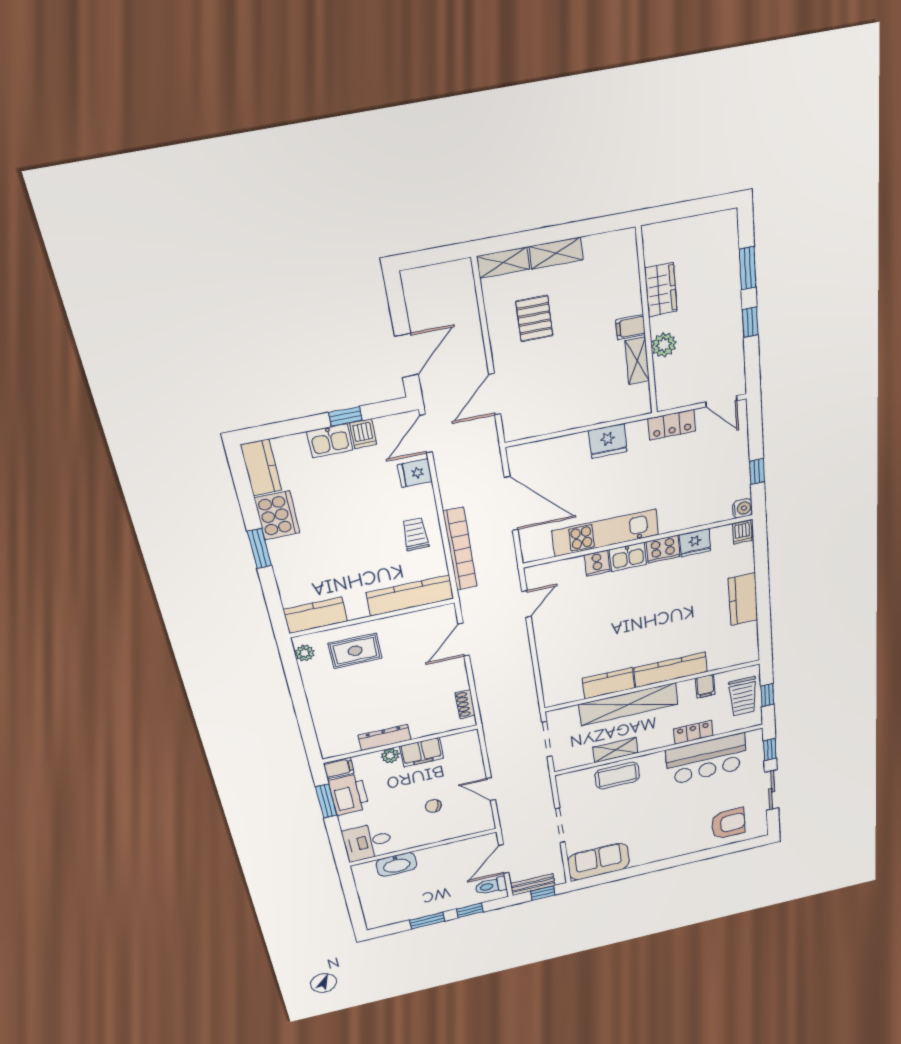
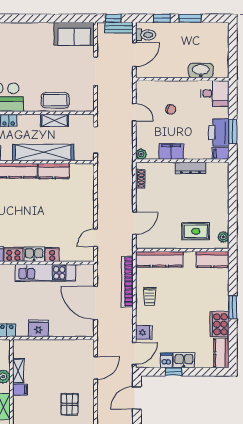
plant: (390, 756) -> (141, 154), moved

